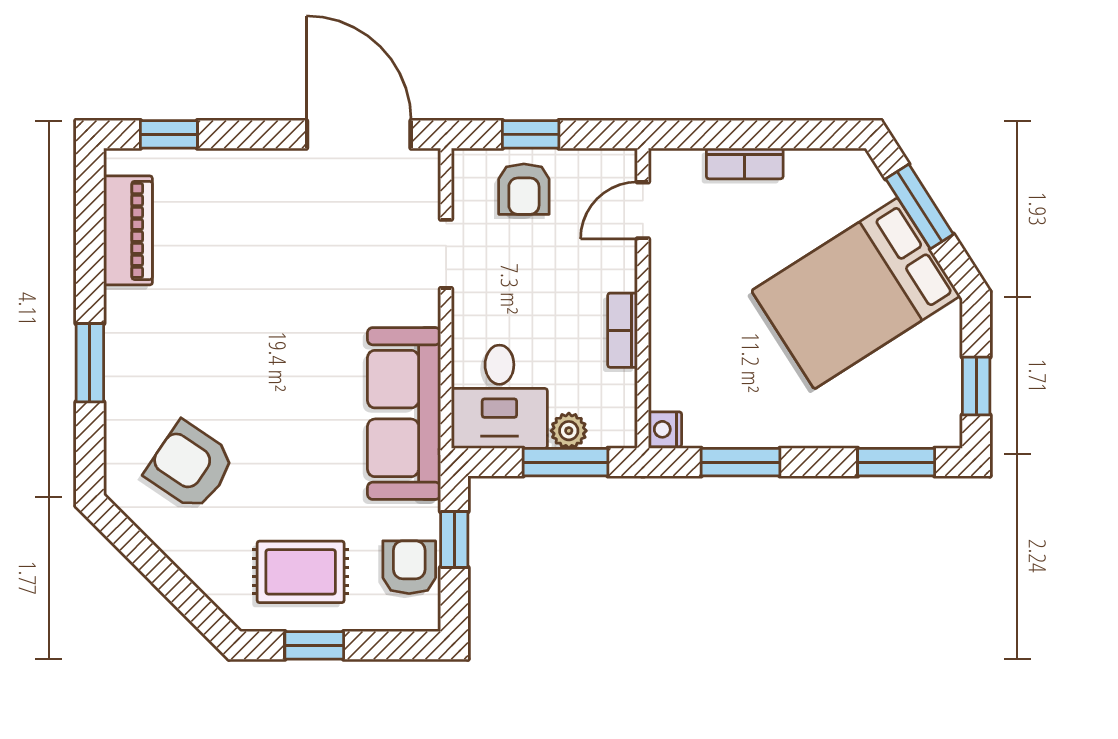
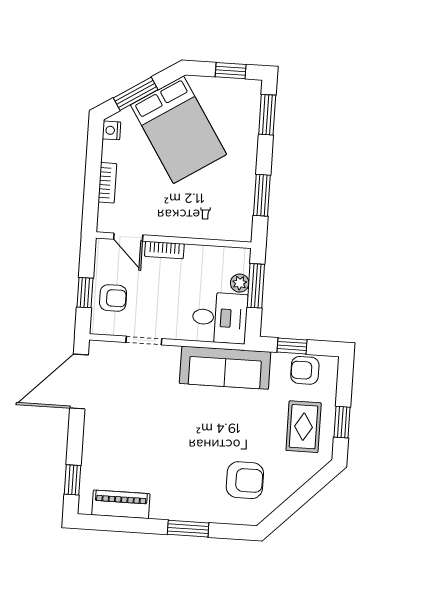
bookcase: (623, 330) -> (164, 250), moved
nightstand: (665, 429) -> (112, 130), moved, turned 90
armchair: (190, 466) -> (245, 480), turned -124

